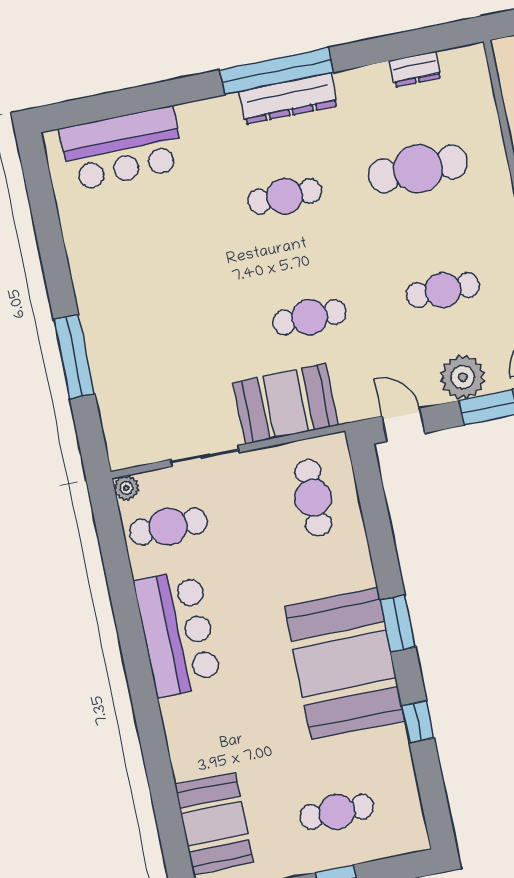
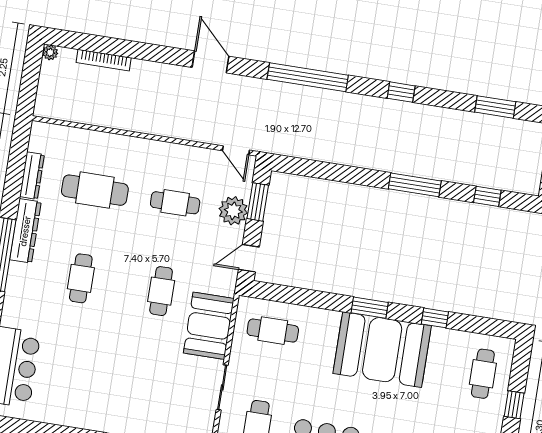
dresser: (415, 69) -> (32, 176), width x1.44
dresser: (288, 99) -> (25, 231), moved
cafe table: (418, 169) -> (95, 190), turned 90
cafe table: (443, 290) -> (175, 203), turned 90
cafe table: (337, 812) -> (483, 374), moved

